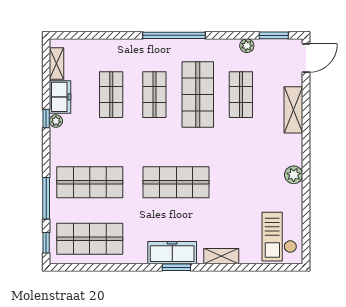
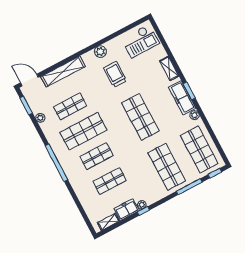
shelving: (293, 110) -> (63, 72), width x1.47
trolley: (252, 179) -> (115, 74), added
plant: (140, 257) -> (194, 115), added

